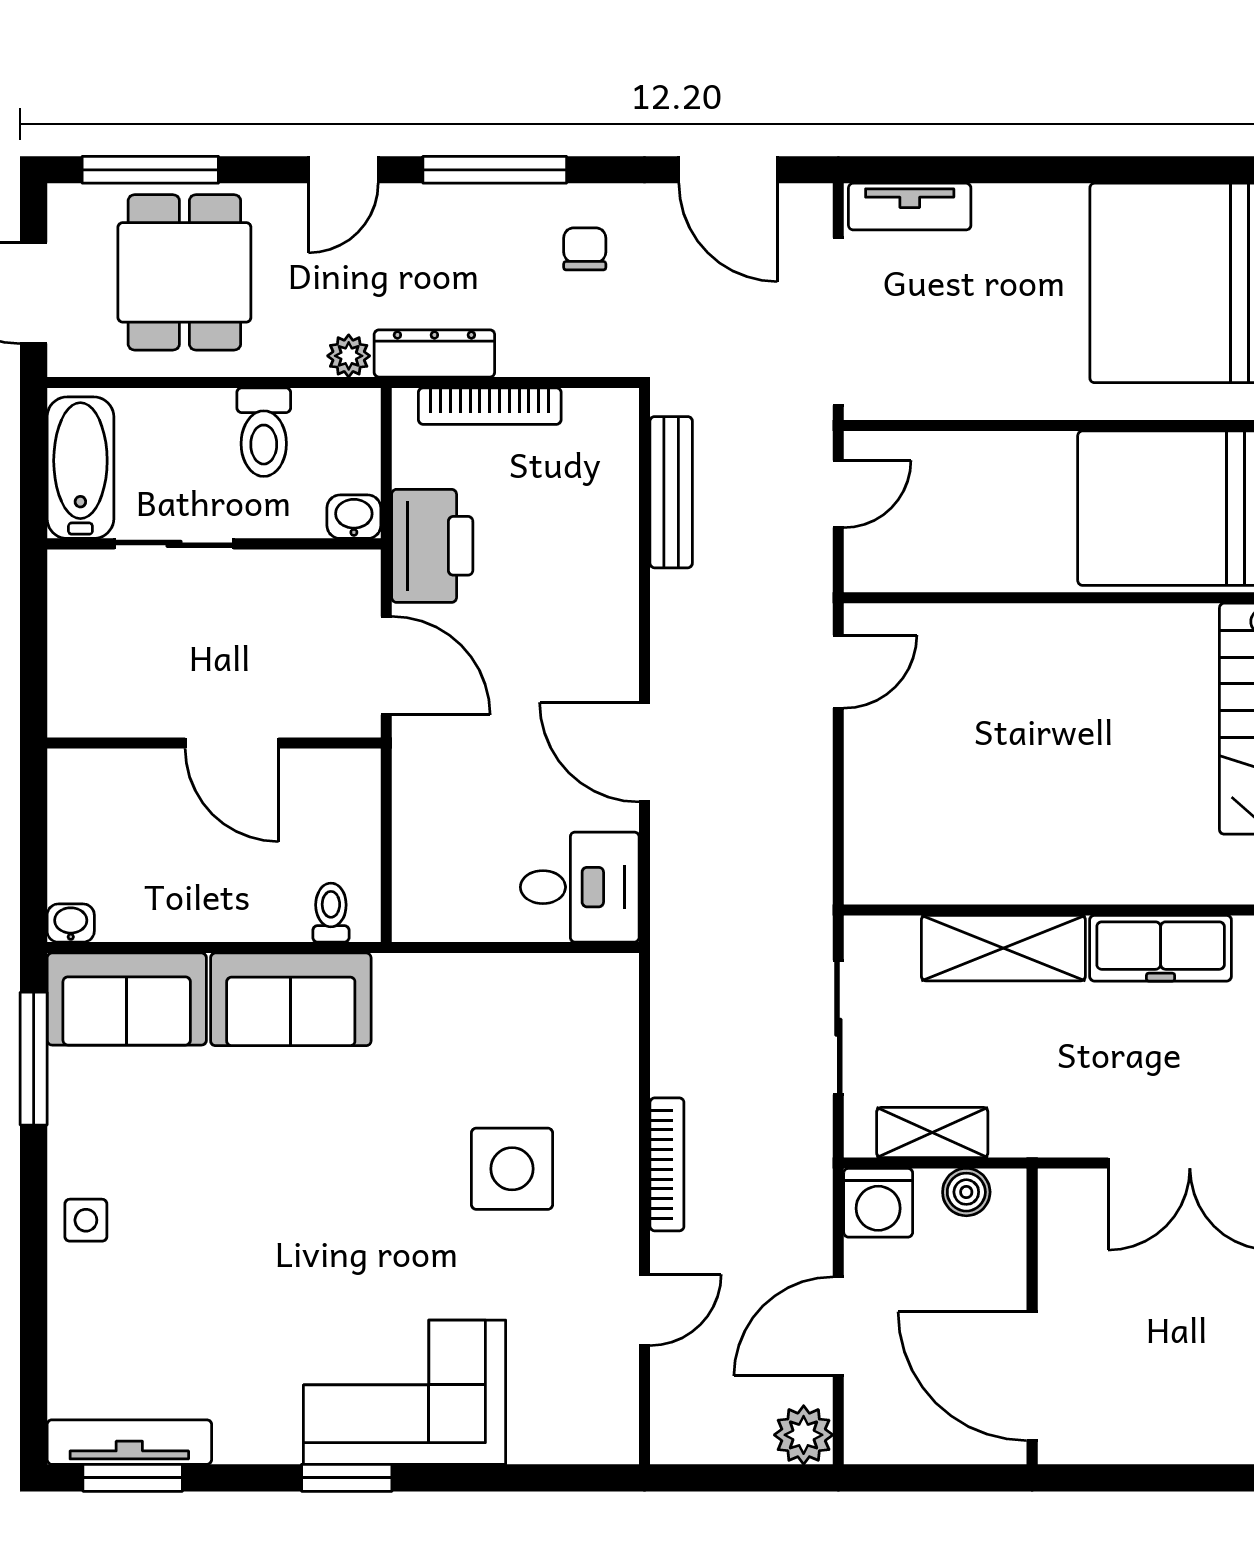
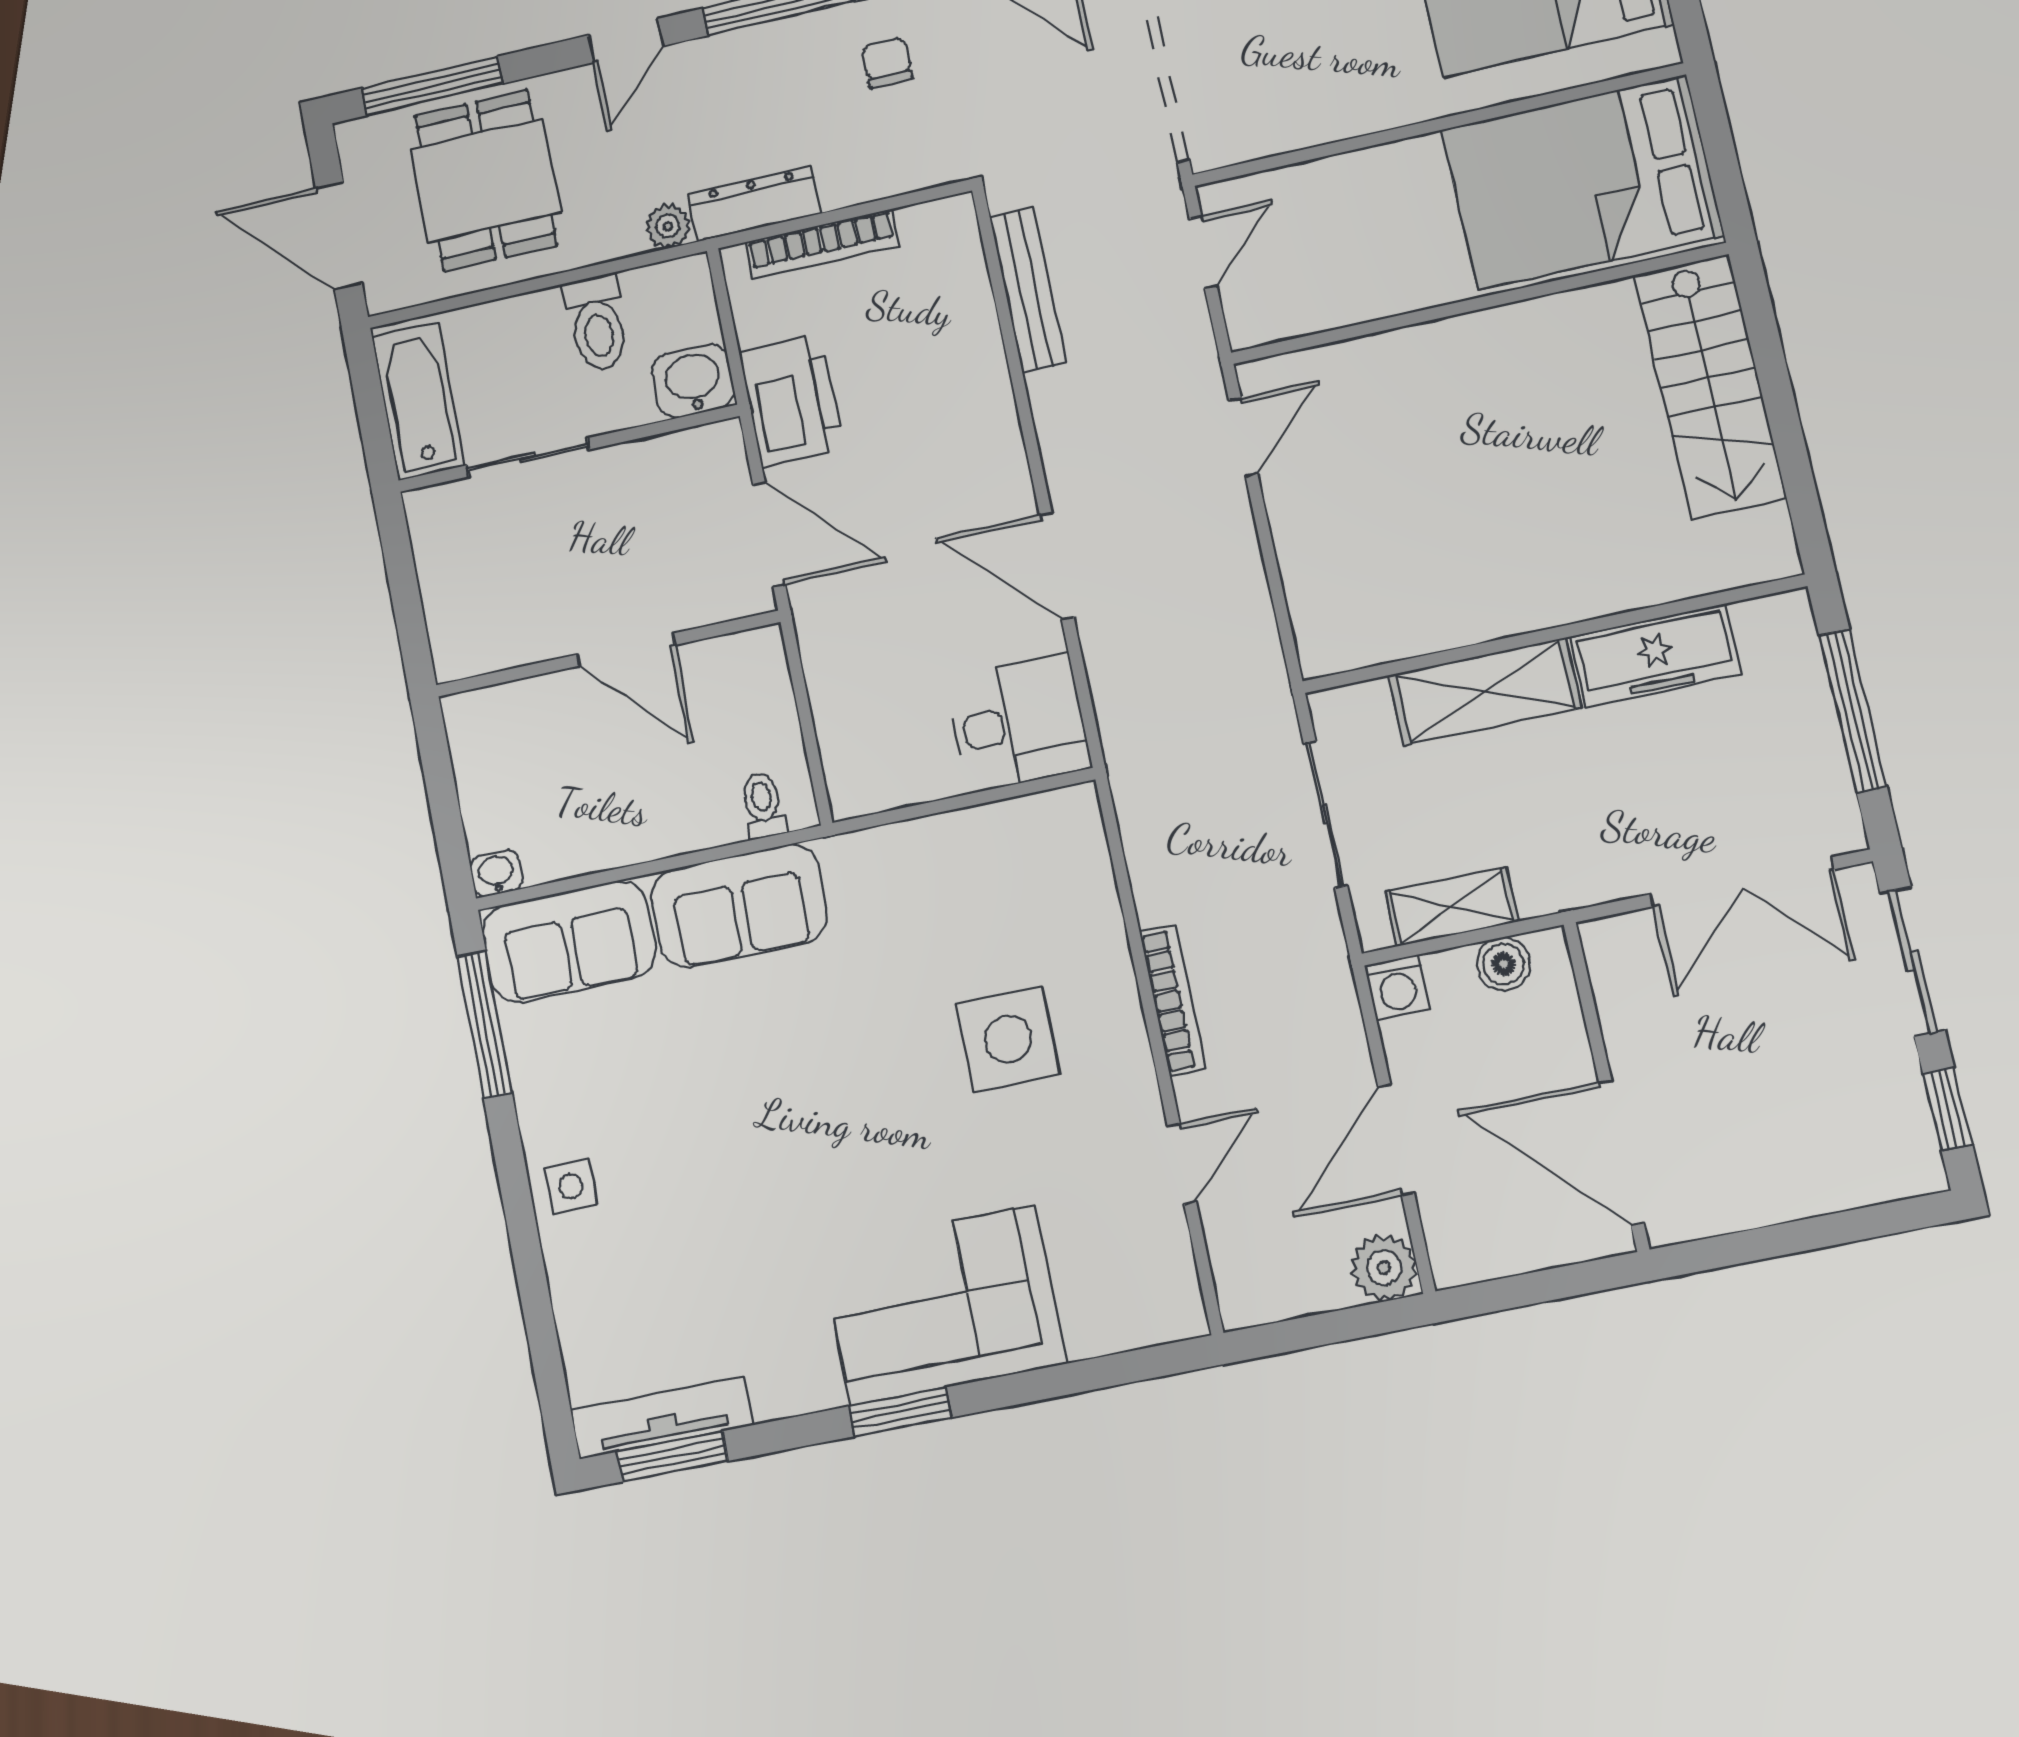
washbasin: (354, 517) -> (693, 381), width x1.38, depth x1.45
washing machine: (878, 1203) -> (1397, 987), width x0.73, depth x0.73

